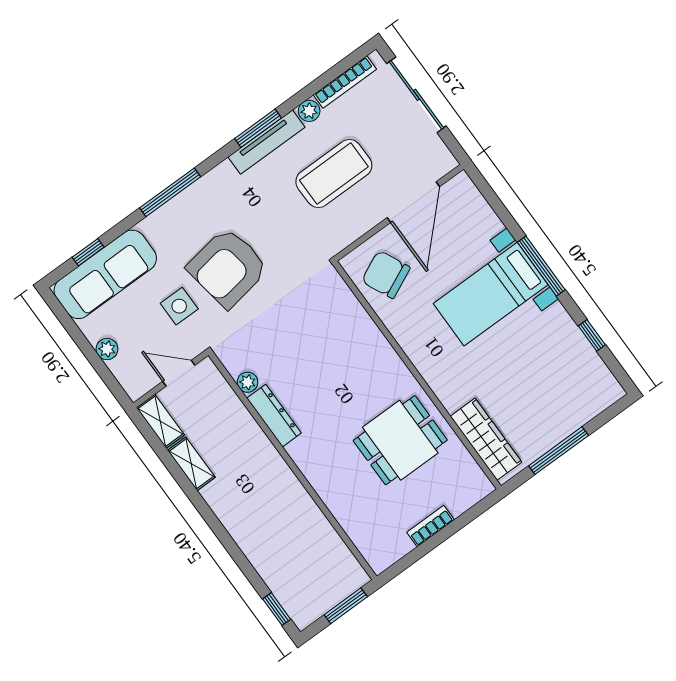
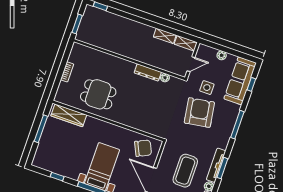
dining table: (400, 440) -> (98, 94), turned 90

